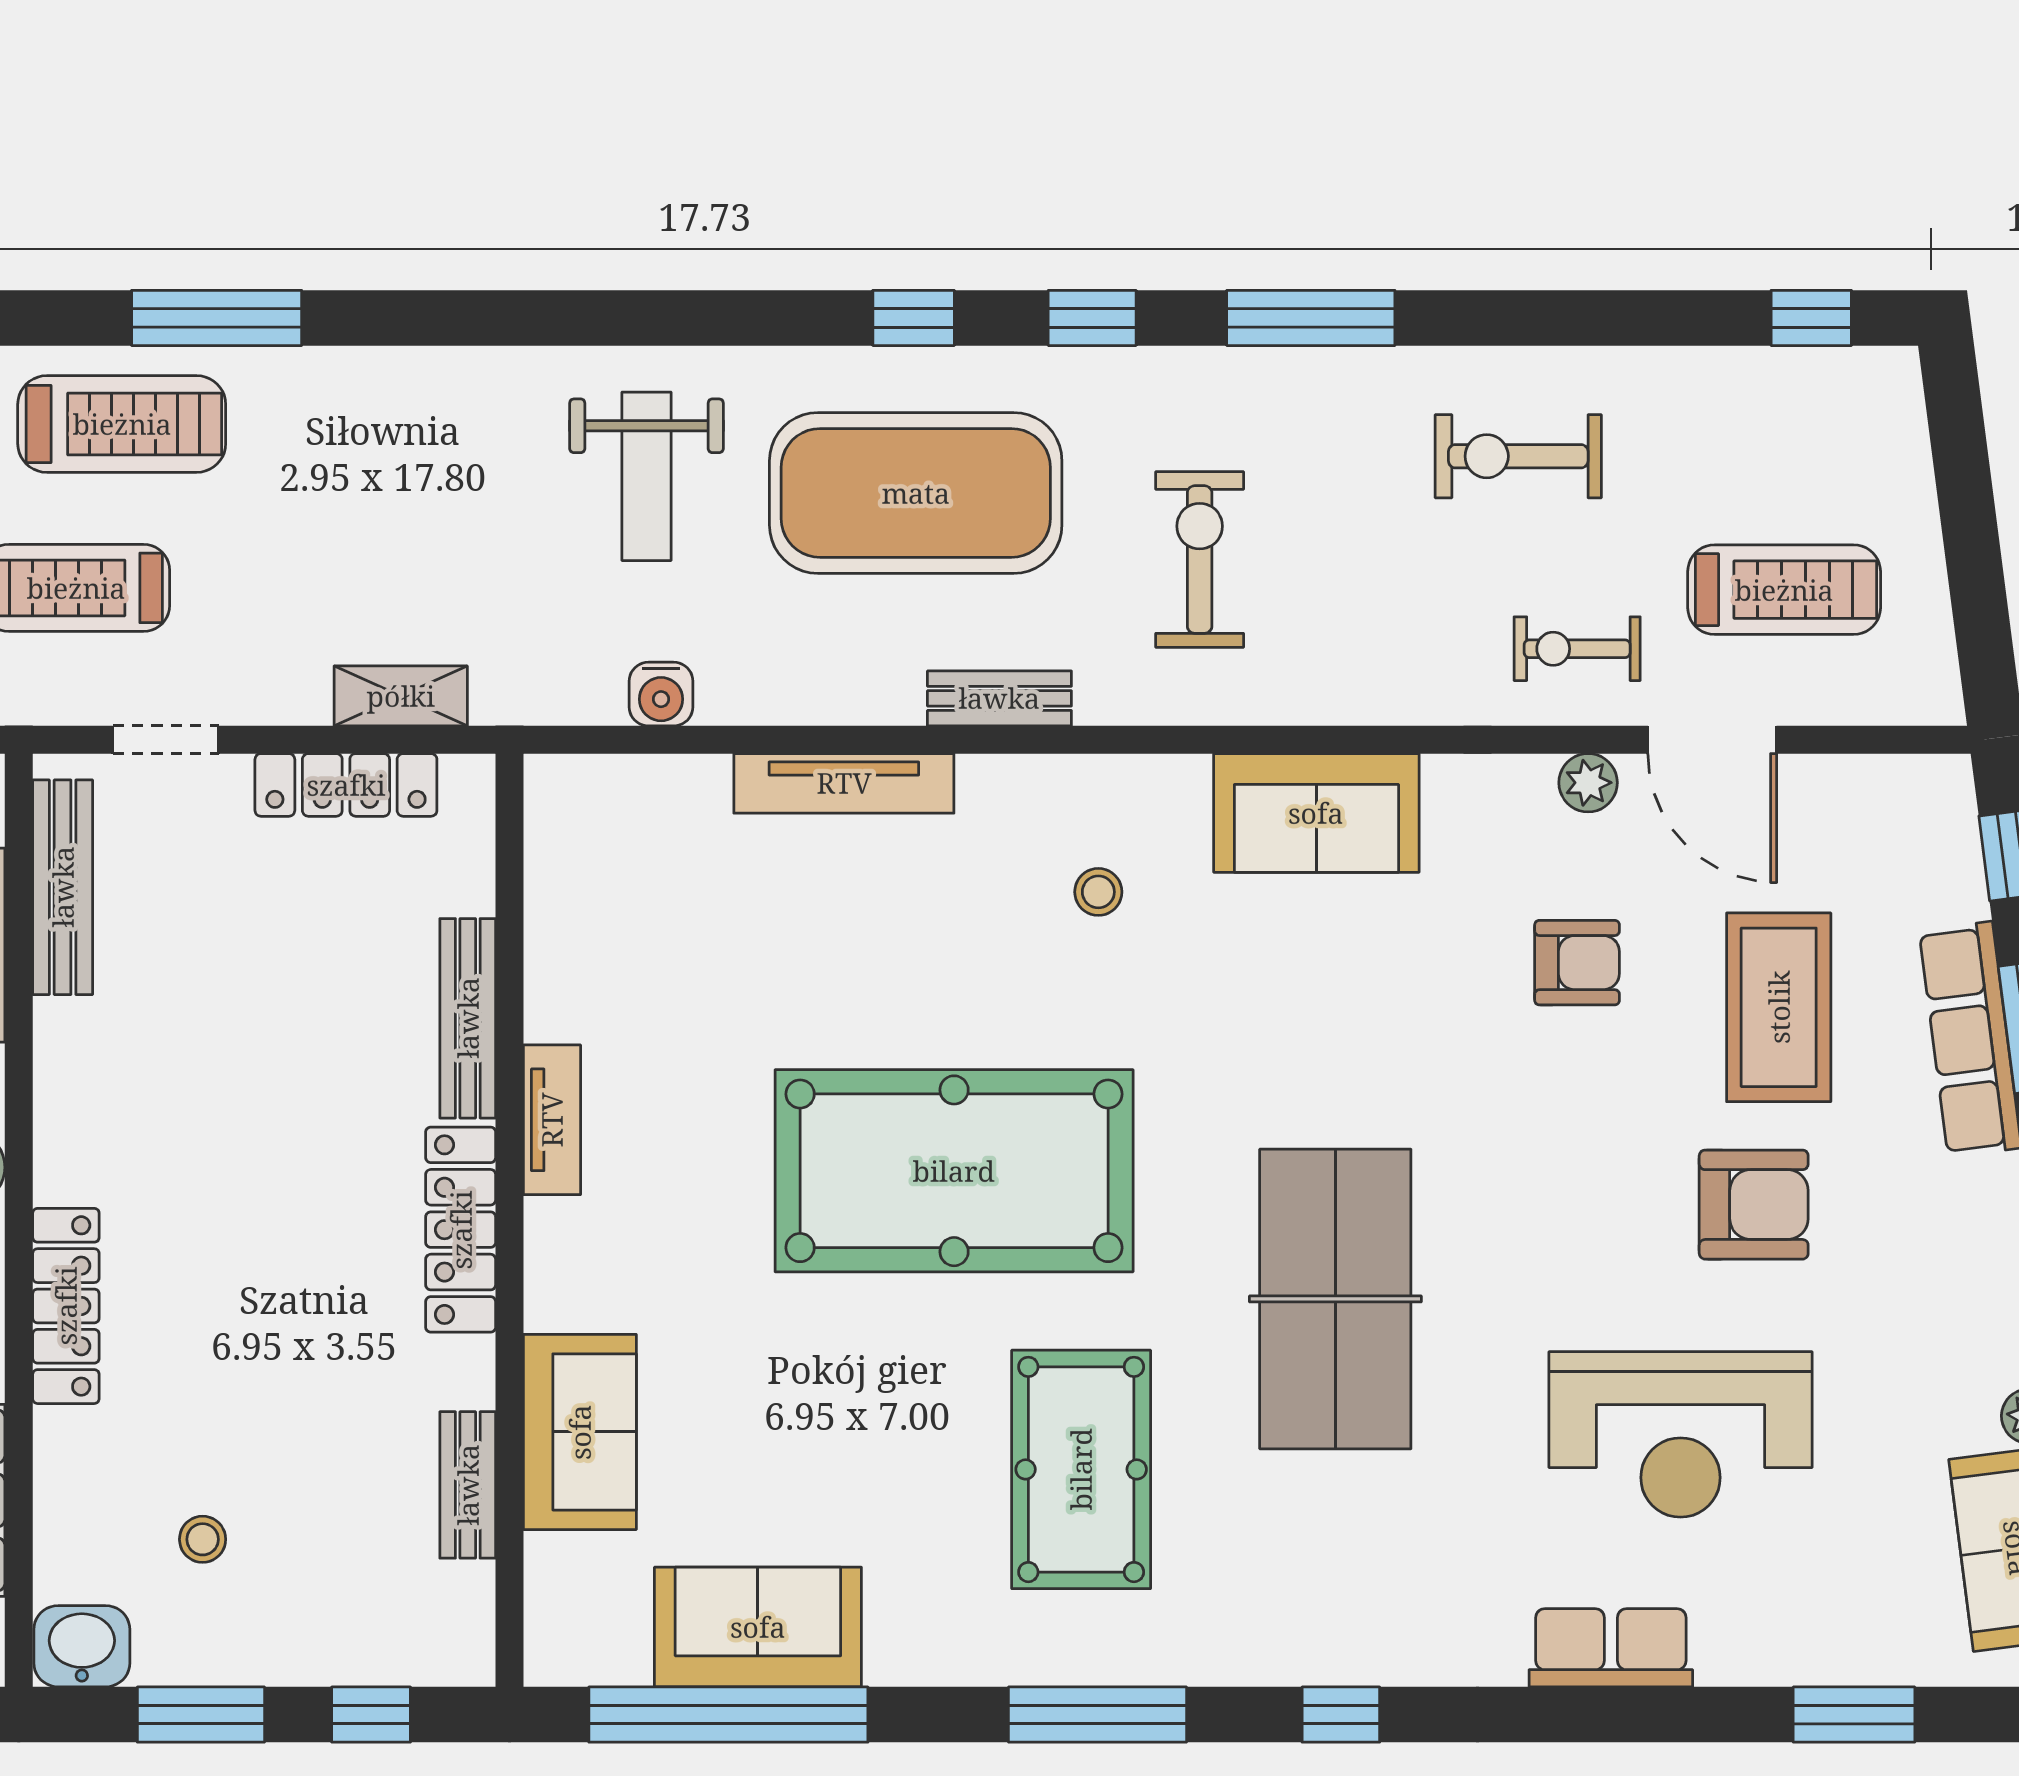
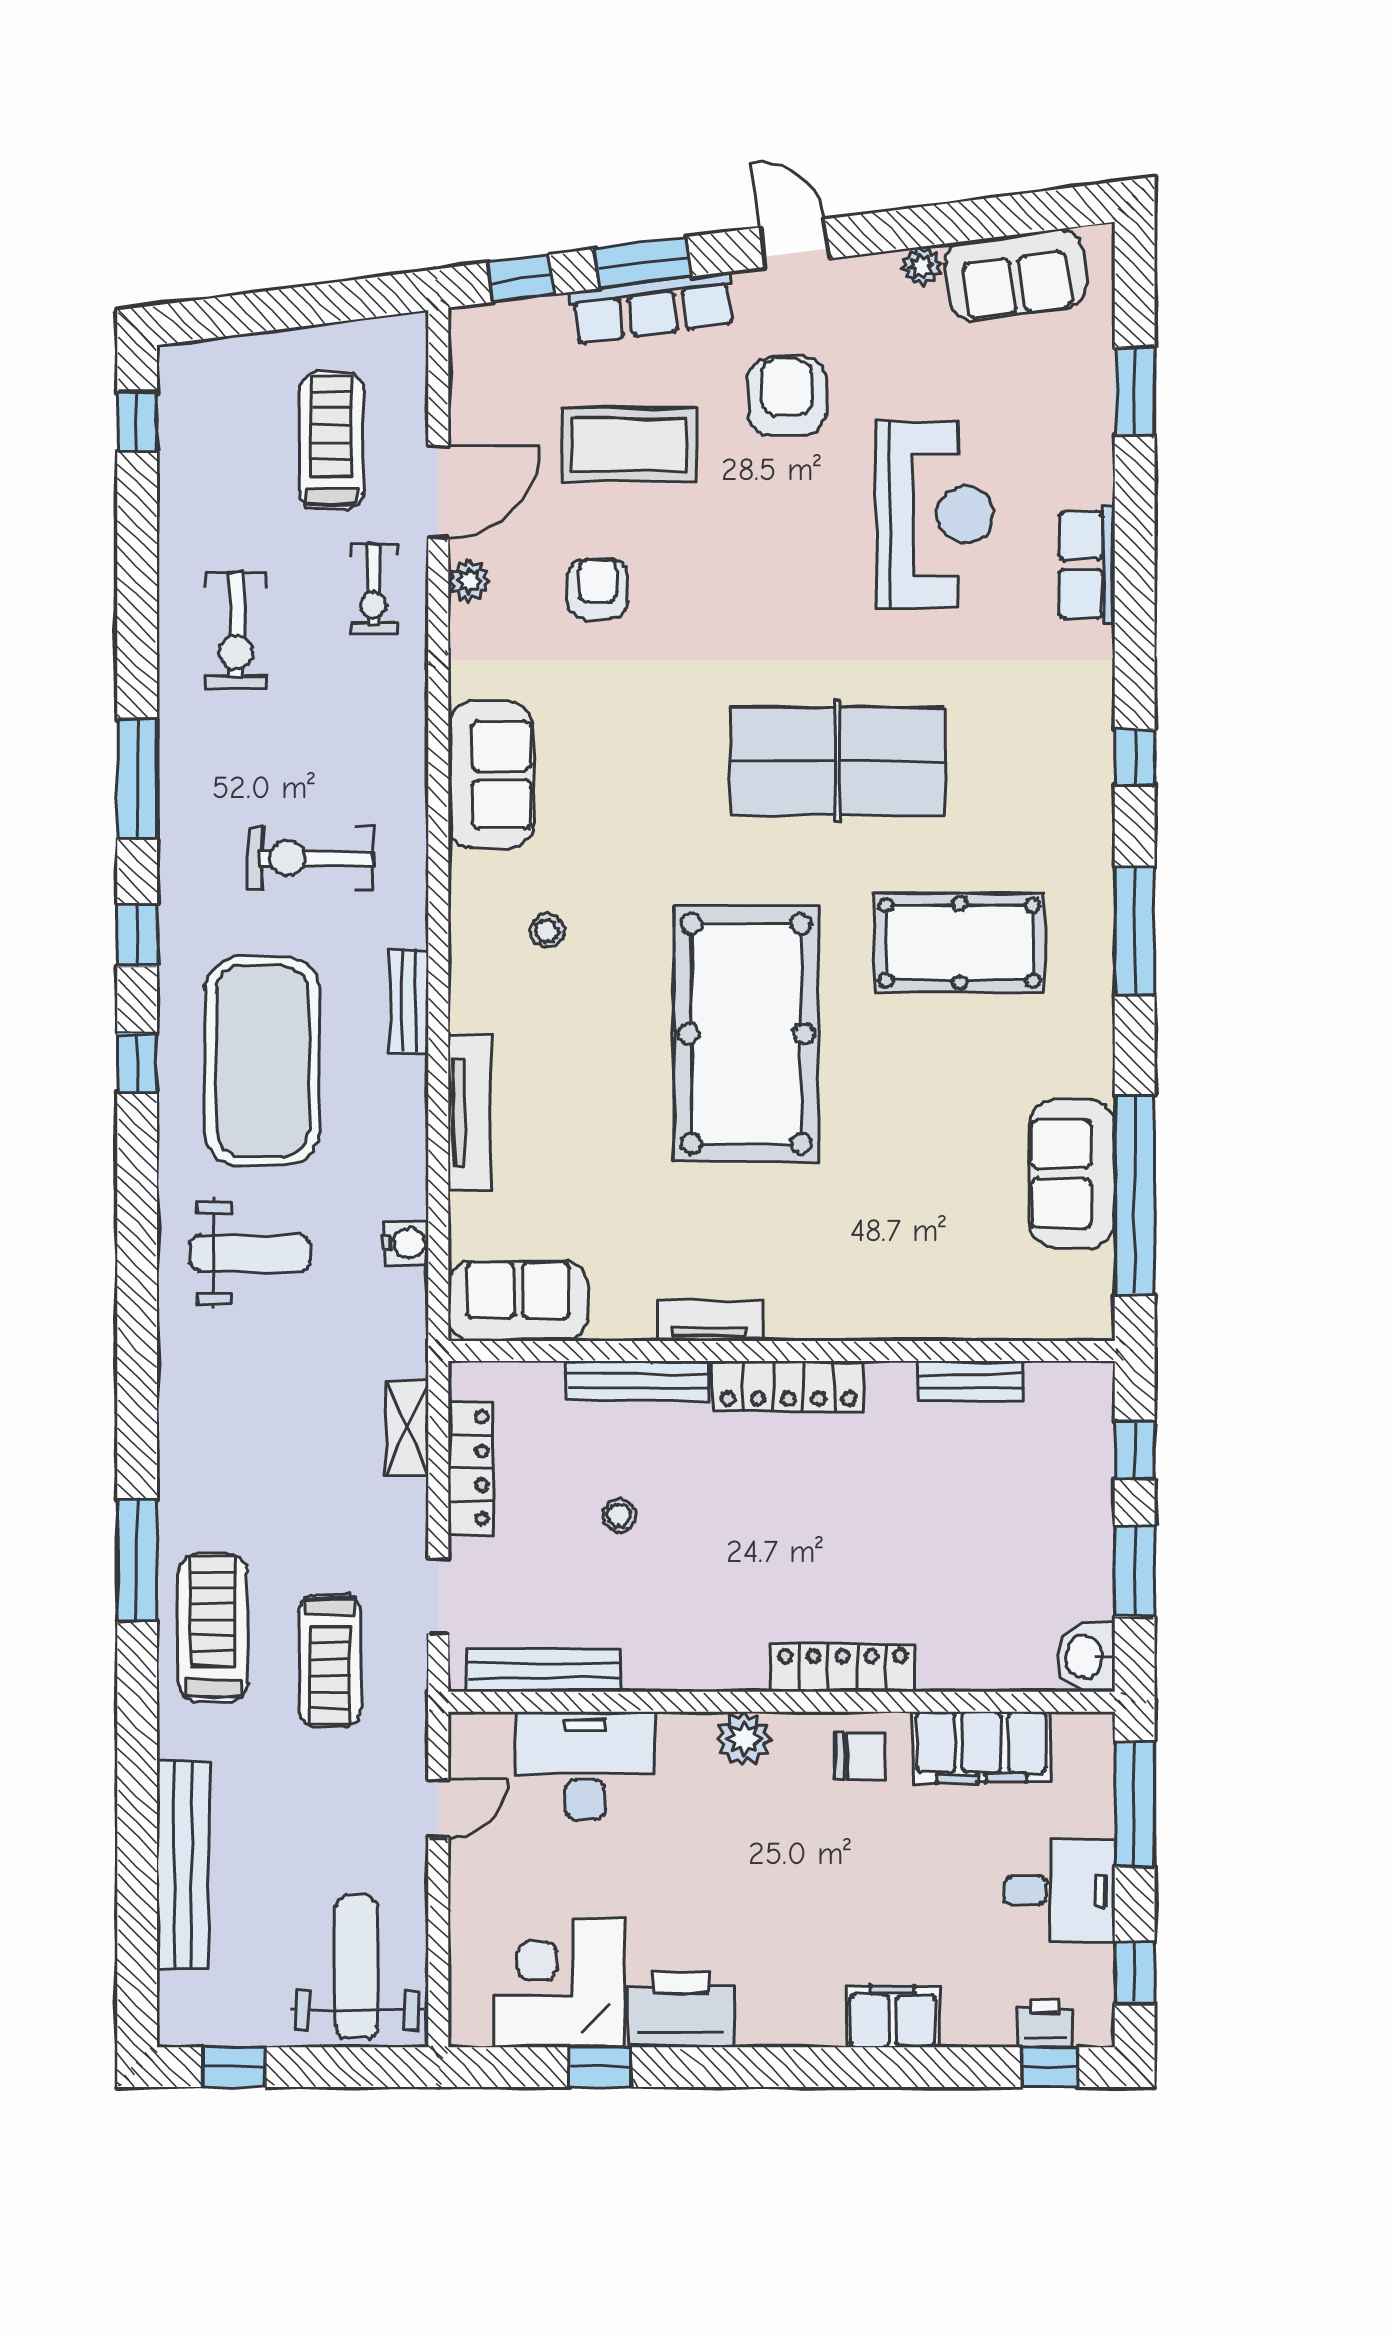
armchair: (1754, 1205) -> (787, 397), moved
sofa: (580, 1432) -> (518, 1301), moved
stool: (203, 1539) -> (619, 1516), moved

